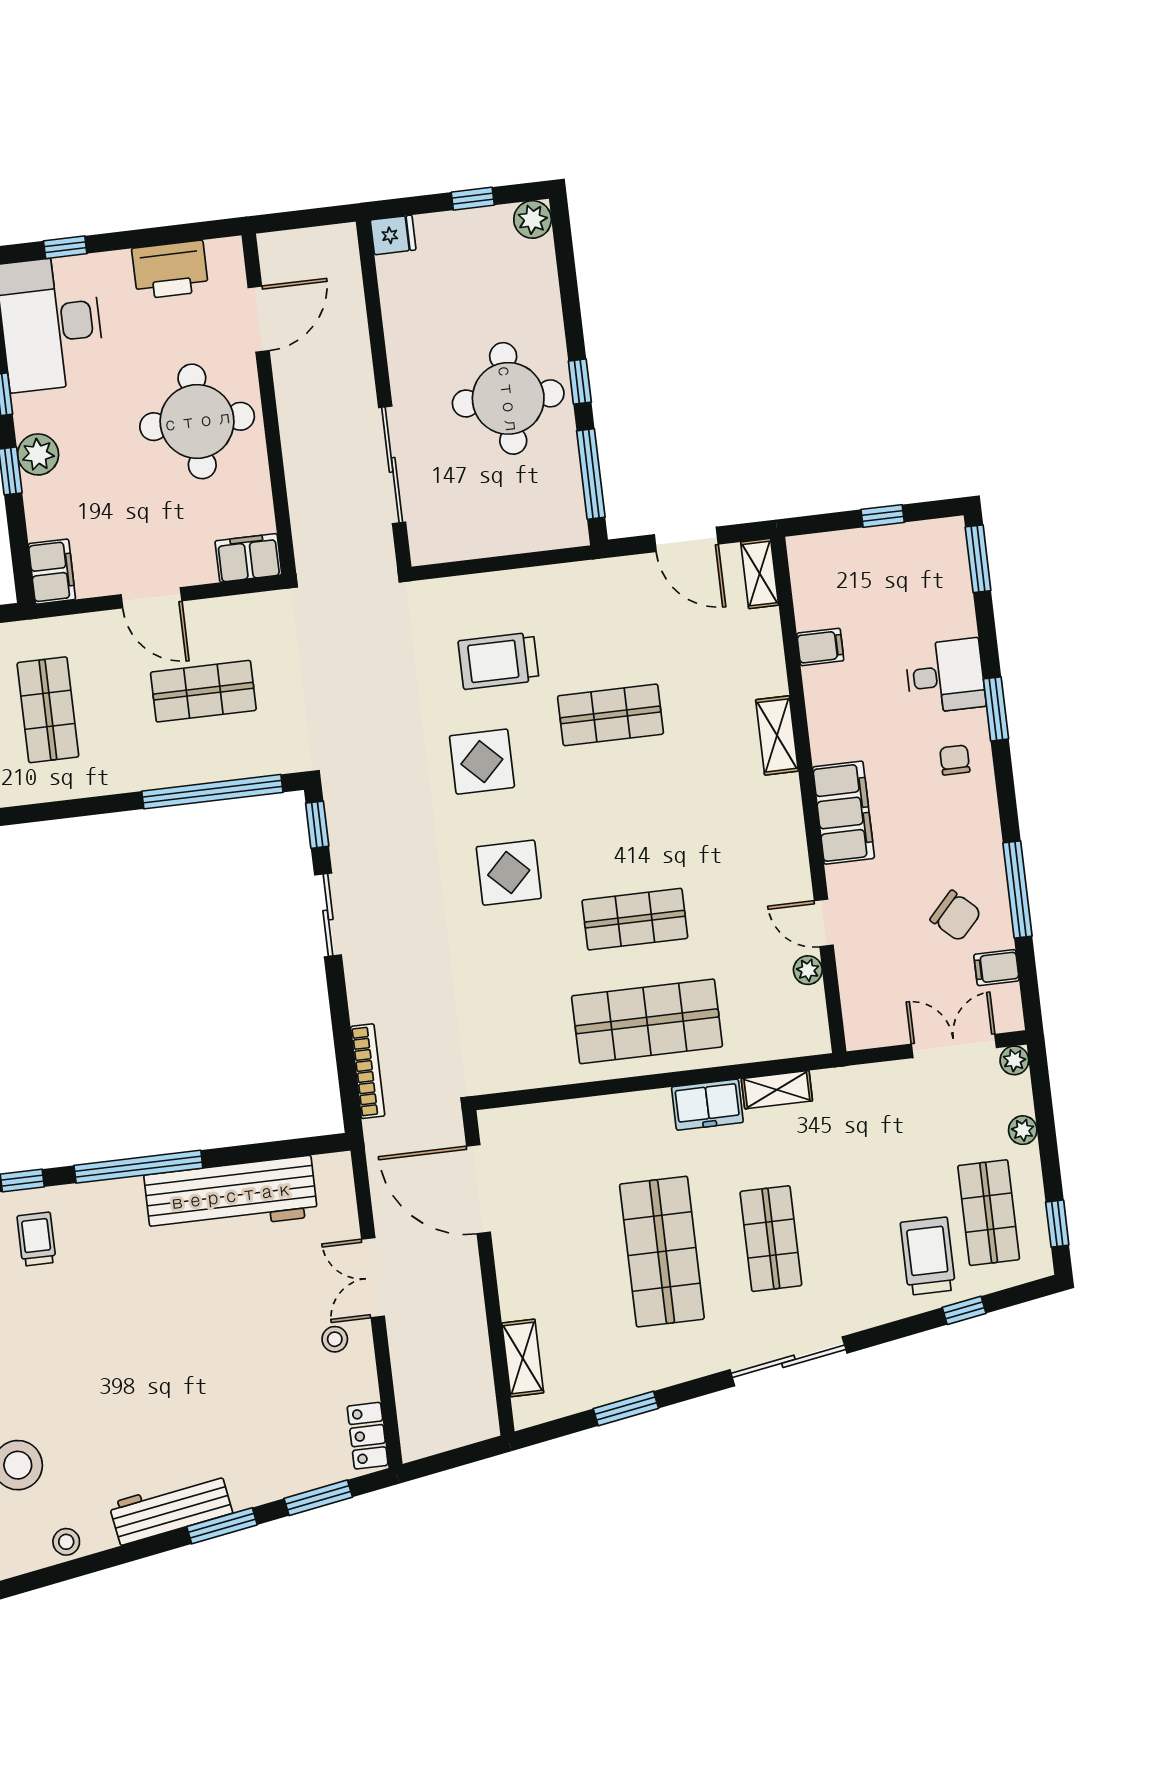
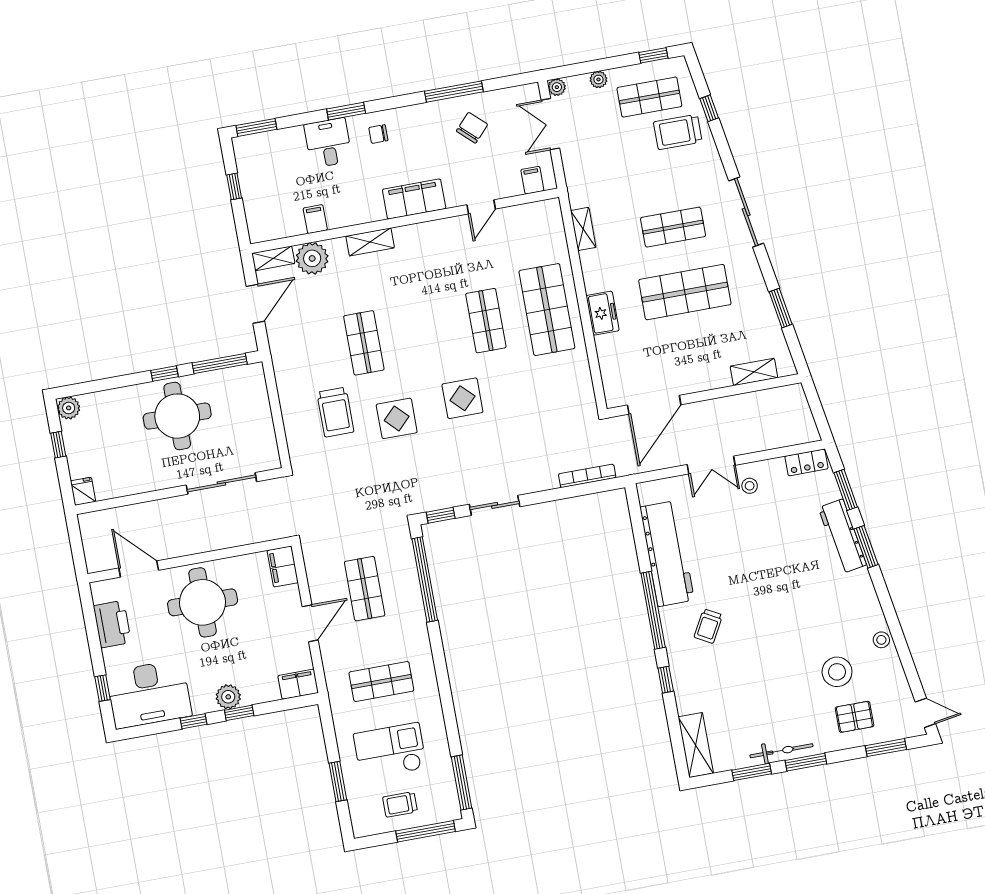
filing cabinet: (996, 968) -> (532, 180), moved, turned 180
plant: (808, 970) -> (312, 258), moved, width x1.87, depth x1.87
freezer: (707, 1105) -> (603, 313), moved
trolley: (37, 1239) -> (708, 626), moved, turned -61
workbench: (171, 1508) -> (842, 536), moved

